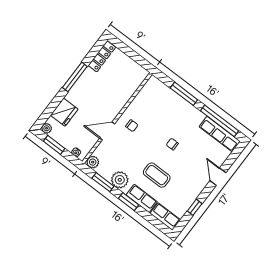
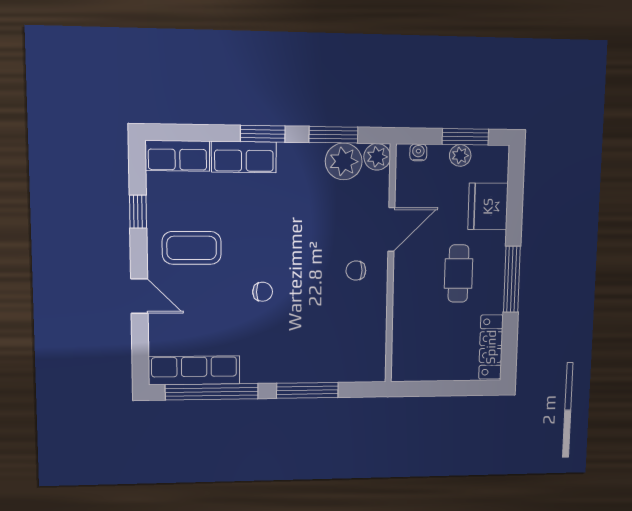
cafe table: (94, 95) -> (458, 274), added
plant: (47, 128) -> (460, 155), moved
coffee table: (157, 175) -> (192, 248), moved
plant: (120, 180) -> (344, 161), moved

